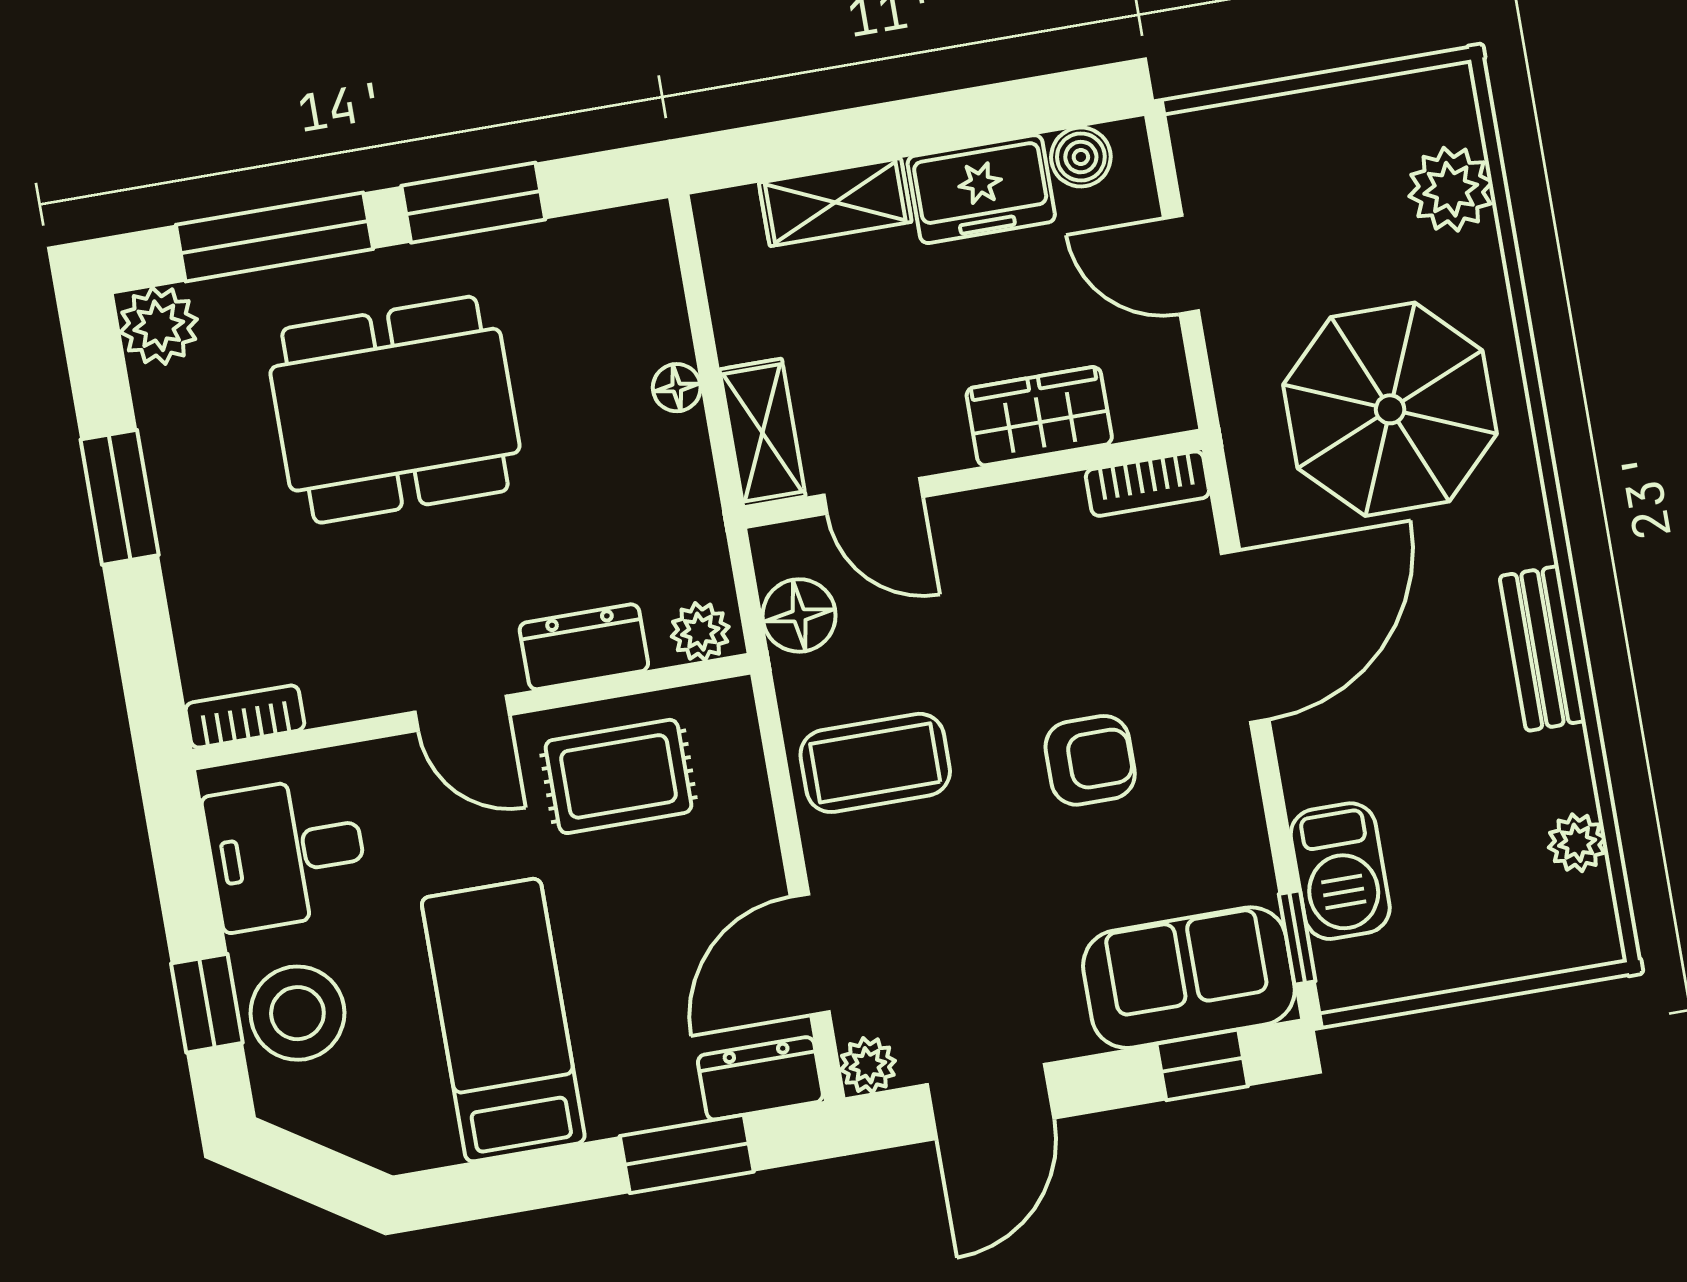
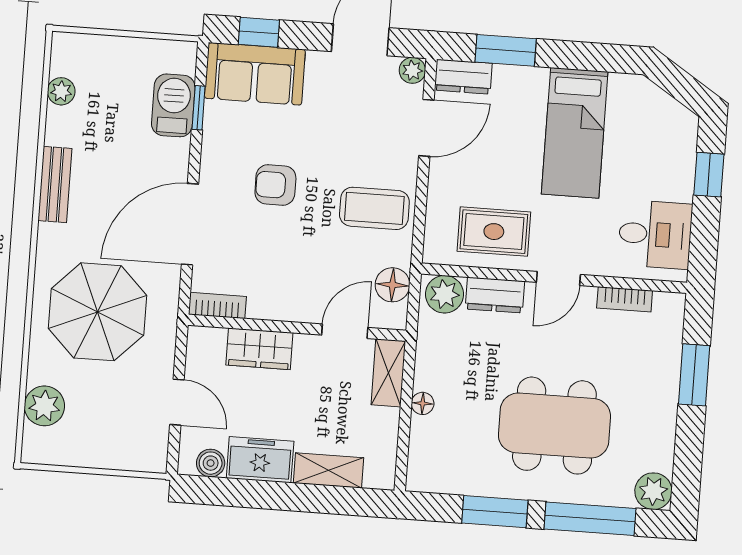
door: (873, 496) -> (345, 331), hinge flipped
window: (120, 497) -> (694, 375), moved
plant: (700, 632) -> (445, 294), width x1.38, depth x1.38
door: (462, 713) -> (558, 278), swing flipped
bookcase: (245, 717) -> (625, 299), moved
window: (1297, 938) -> (199, 108), moved
stool: (297, 1013) -> (668, 160), removed

